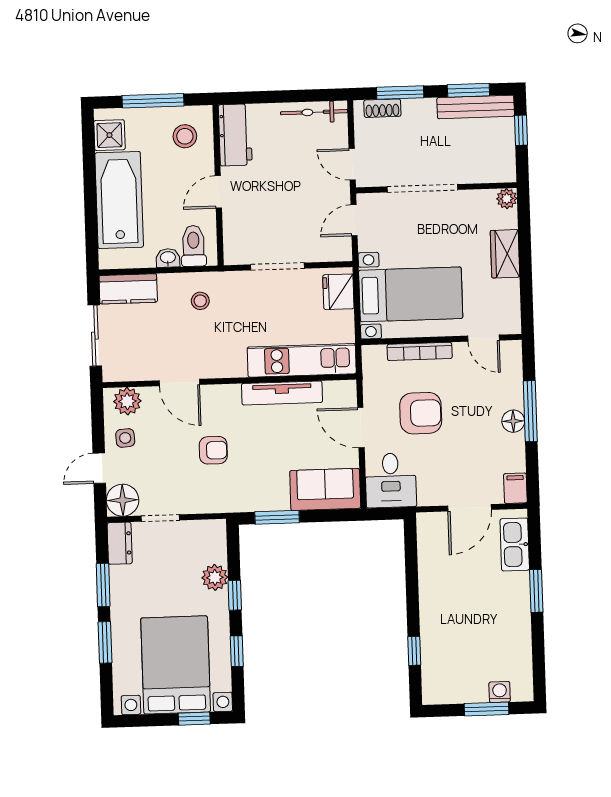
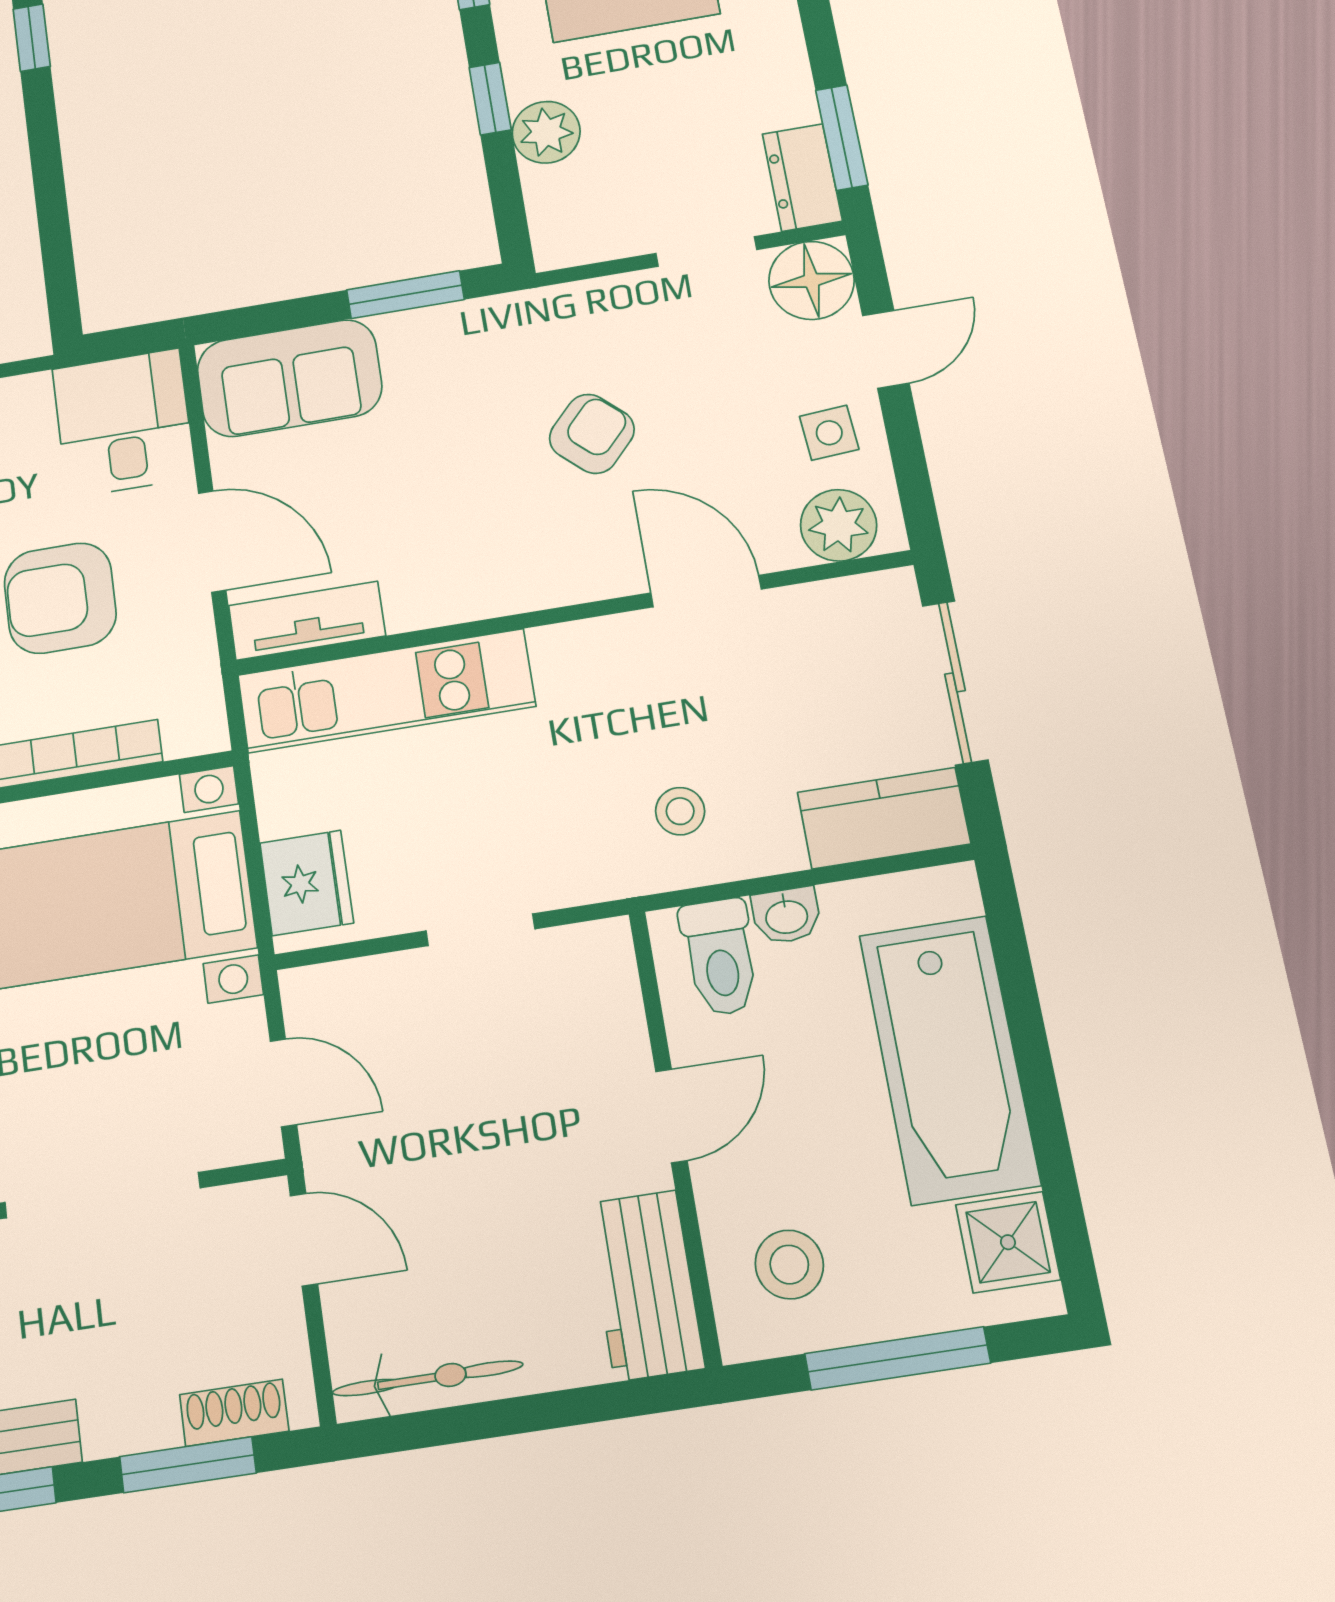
door: (354, 220) -> (283, 1083), hinge flipped
doorway: (277, 267) -> (480, 930), width x0.73
tv unit: (282, 393) -> (307, 621), moved, width x0.71
armchair: (213, 450) -> (592, 434), turned 133
window: (103, 585) -> (842, 137), moved

